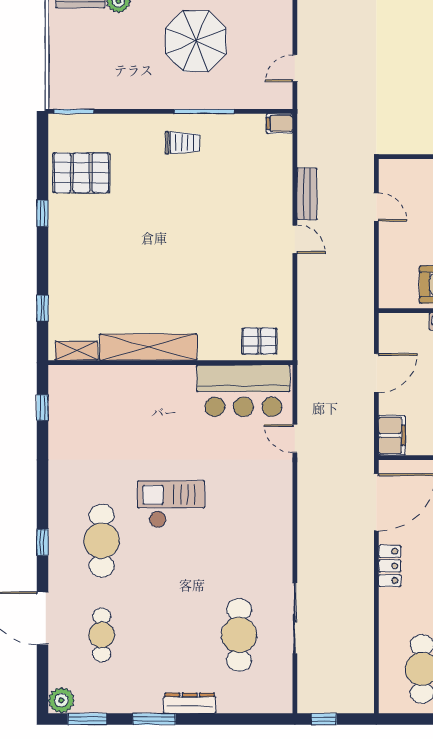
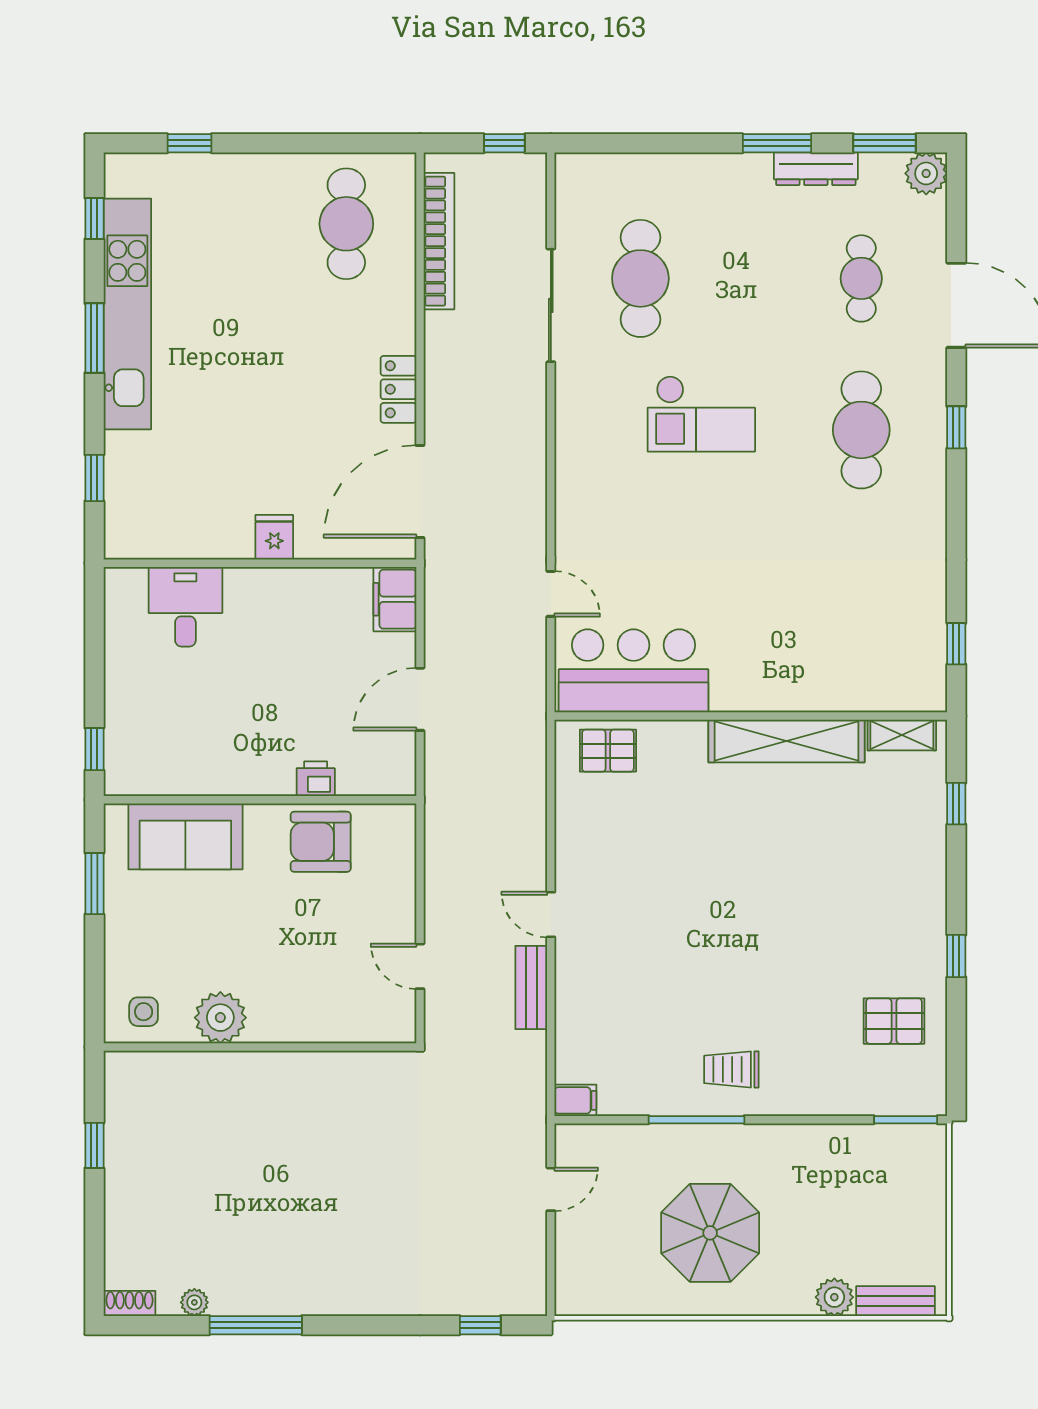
pallet: (81, 173) -> (894, 1021), width x0.67, depth x0.71
checkout: (171, 504) -> (701, 414), moved
bookcase: (364, 658) -> (439, 241), added
dresser: (190, 703) -> (816, 169), moved

